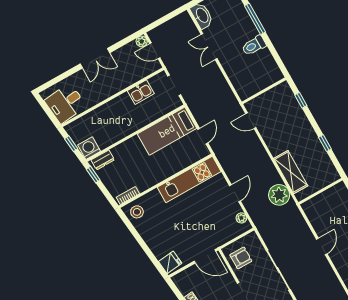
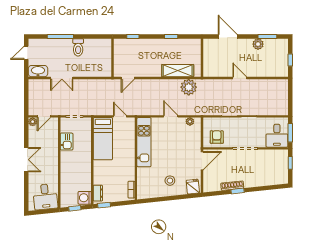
stool: (137, 212) -> (170, 181), moved

